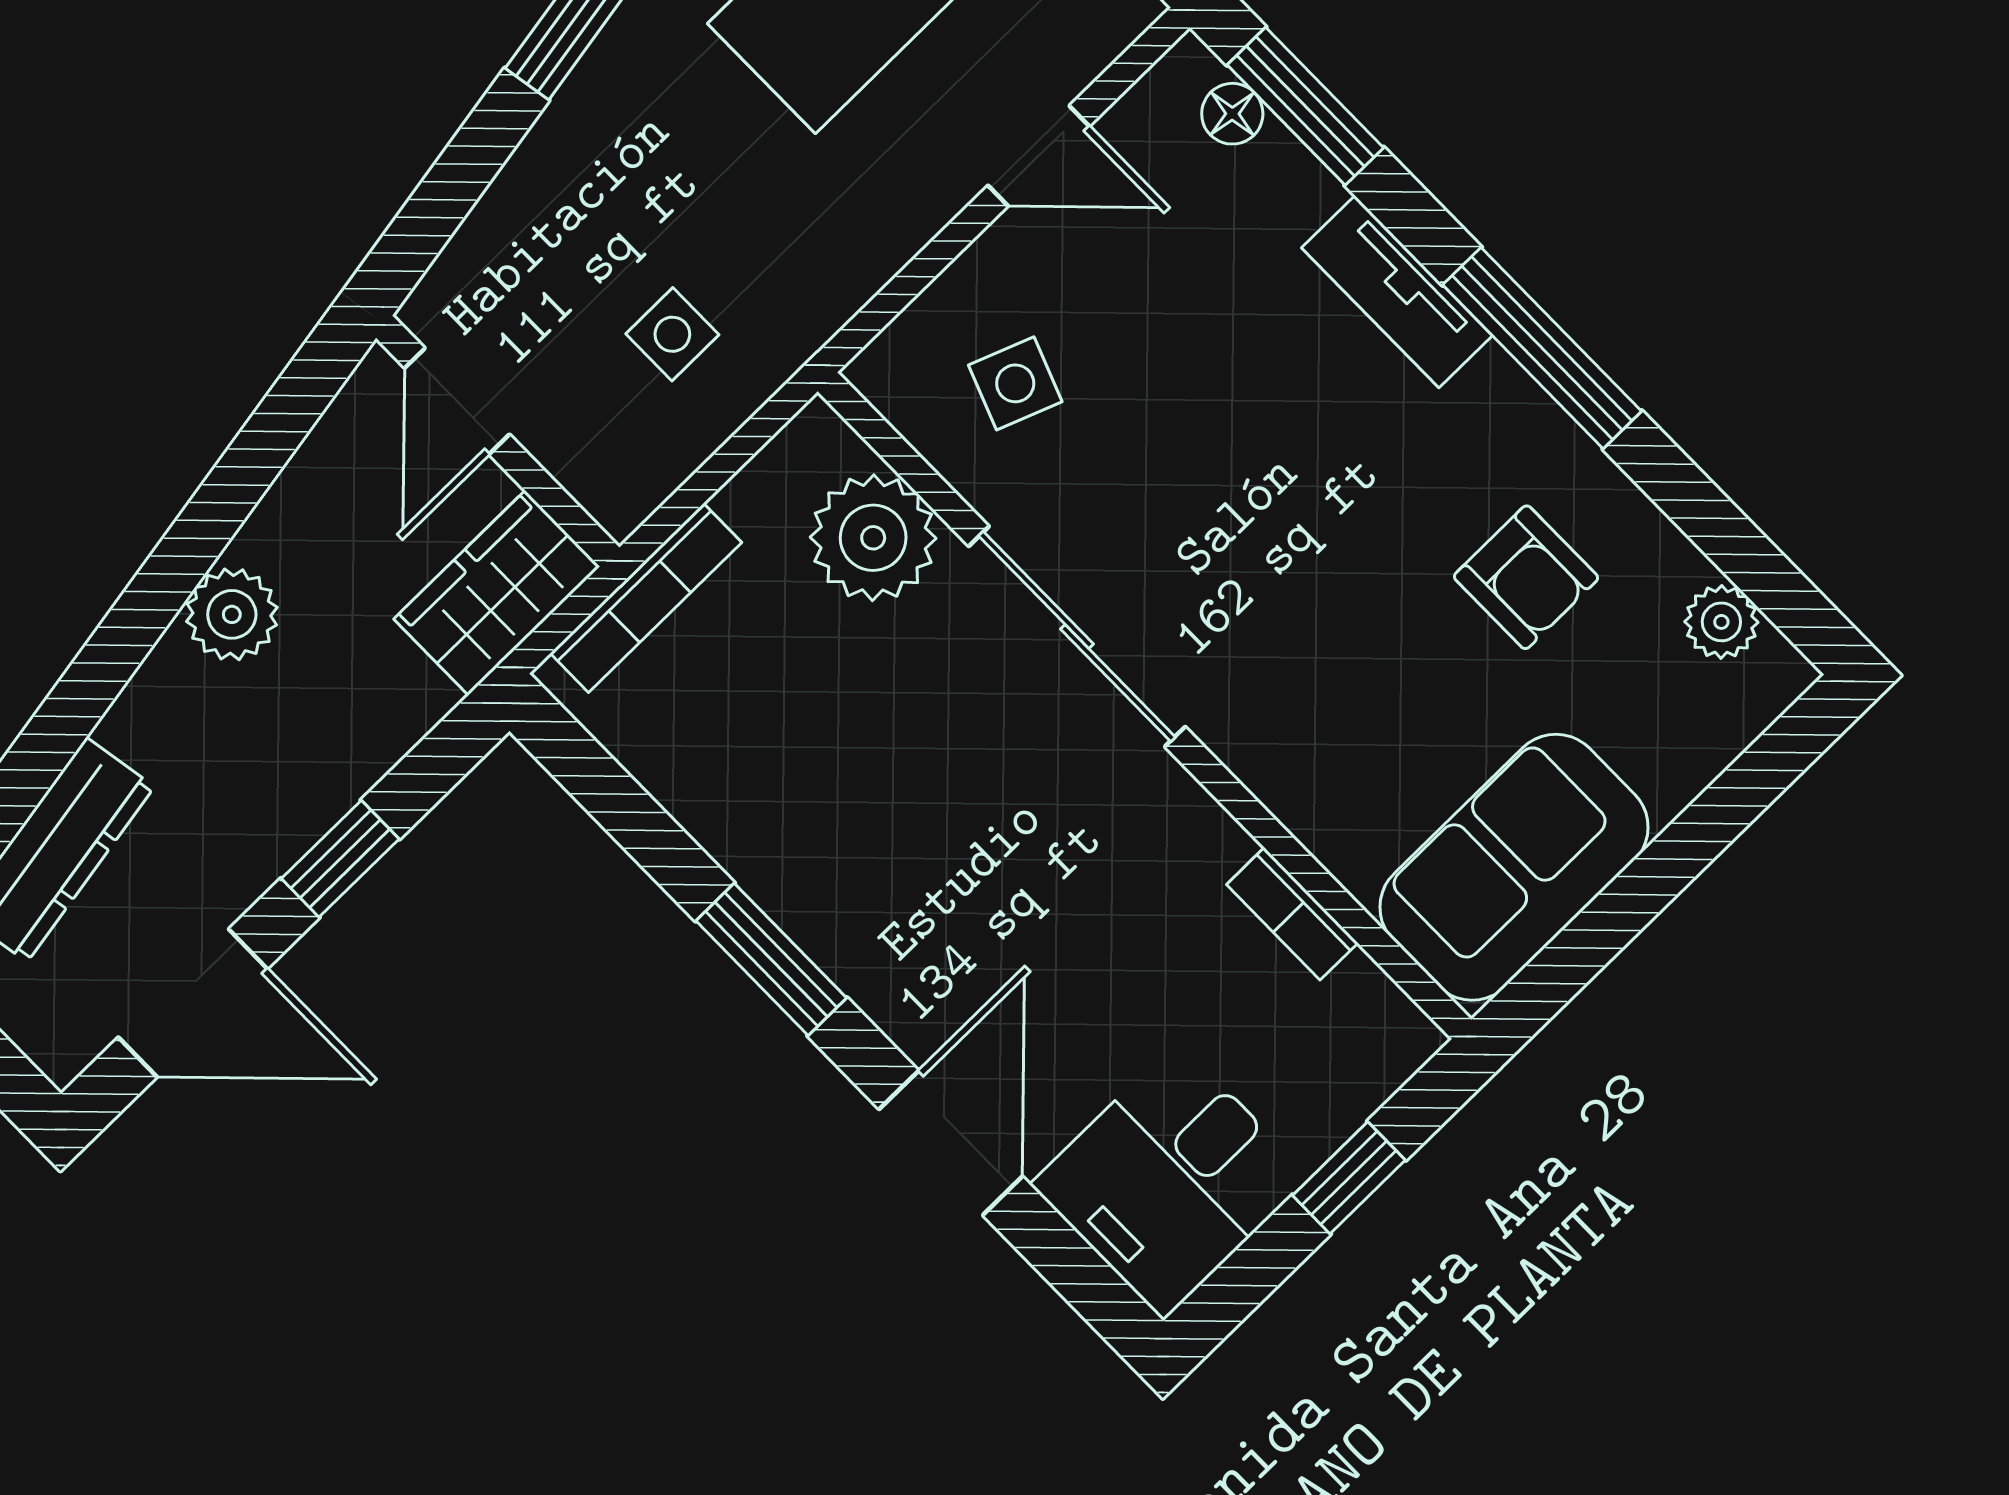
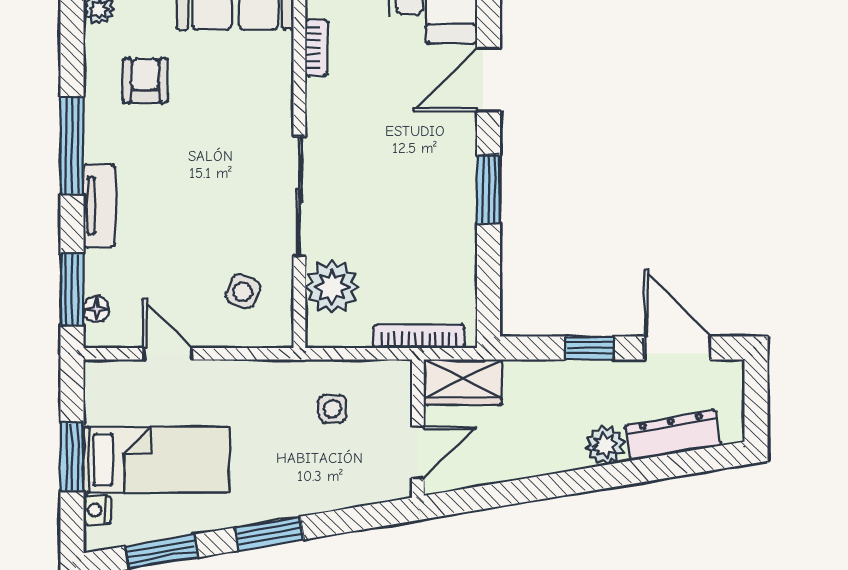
plant: (232, 614) -> (605, 445), moved

